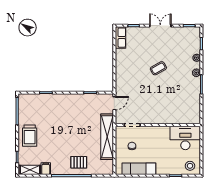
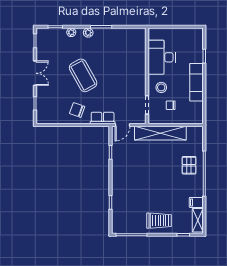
double door: (160, 26) -> (35, 73), swing flipped
row of seats: (121, 38) -> (103, 118), moved
chair: (128, 63) -> (77, 110), added
coffee table: (158, 68) -> (83, 75), width x1.86, depth x1.72
door: (114, 103) -> (122, 125), swing flipped
desk: (185, 138) -> (162, 57), moved
stool: (190, 166) -> (161, 87), moved
exam couch: (139, 169) -> (196, 82), moved

